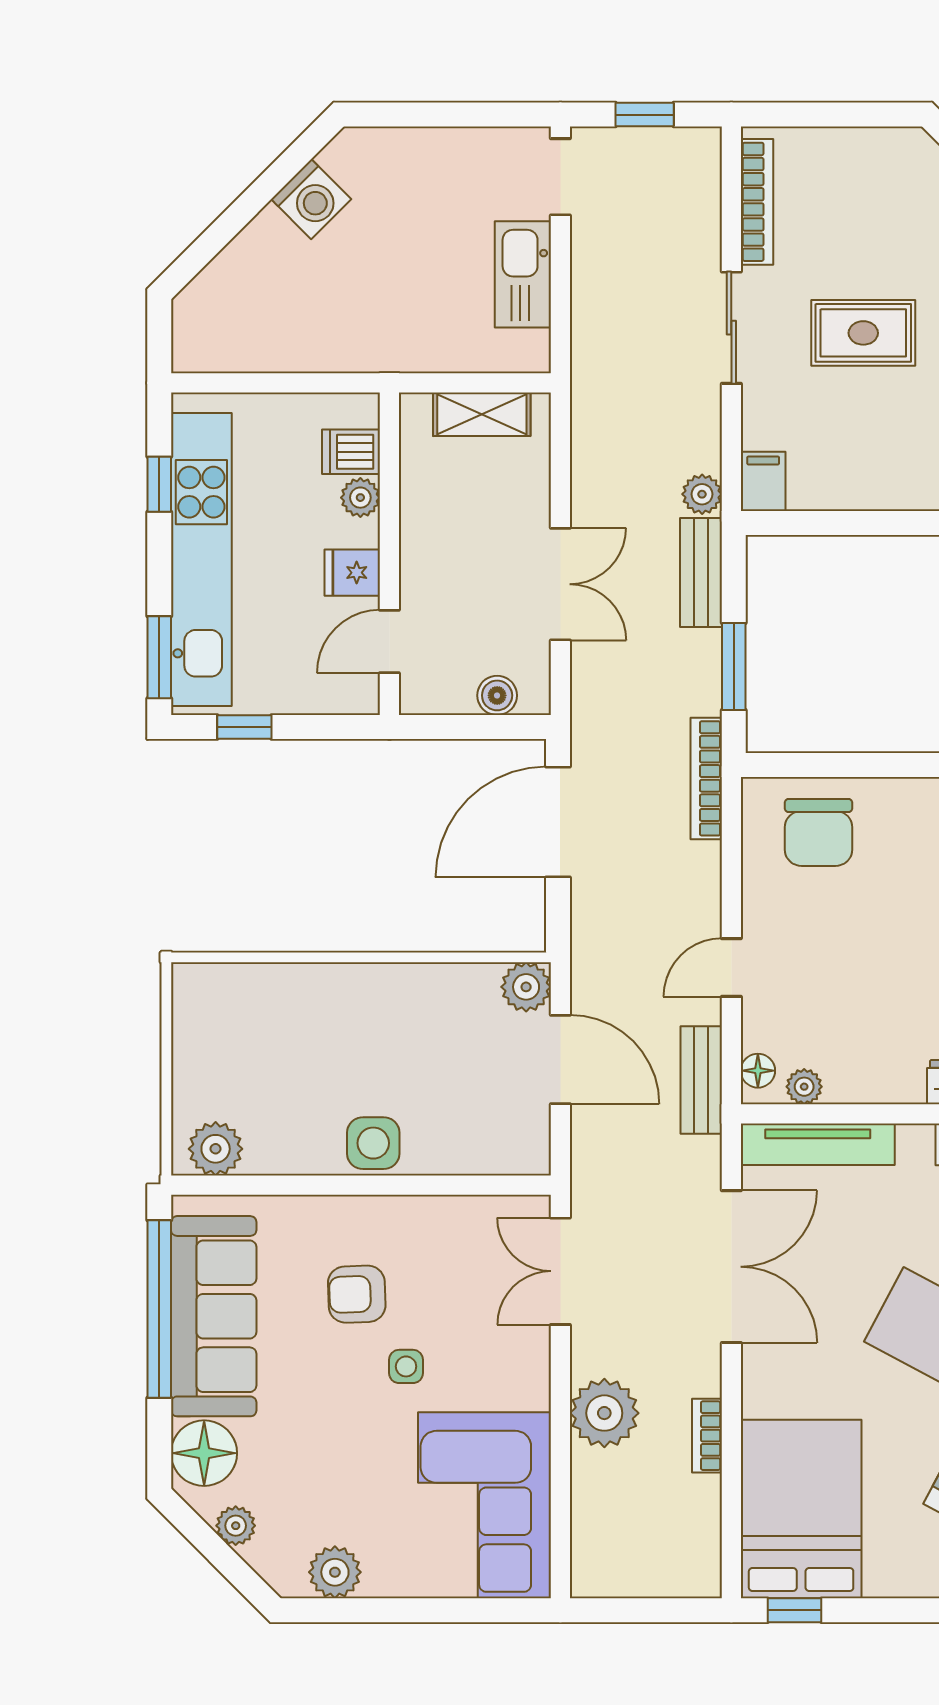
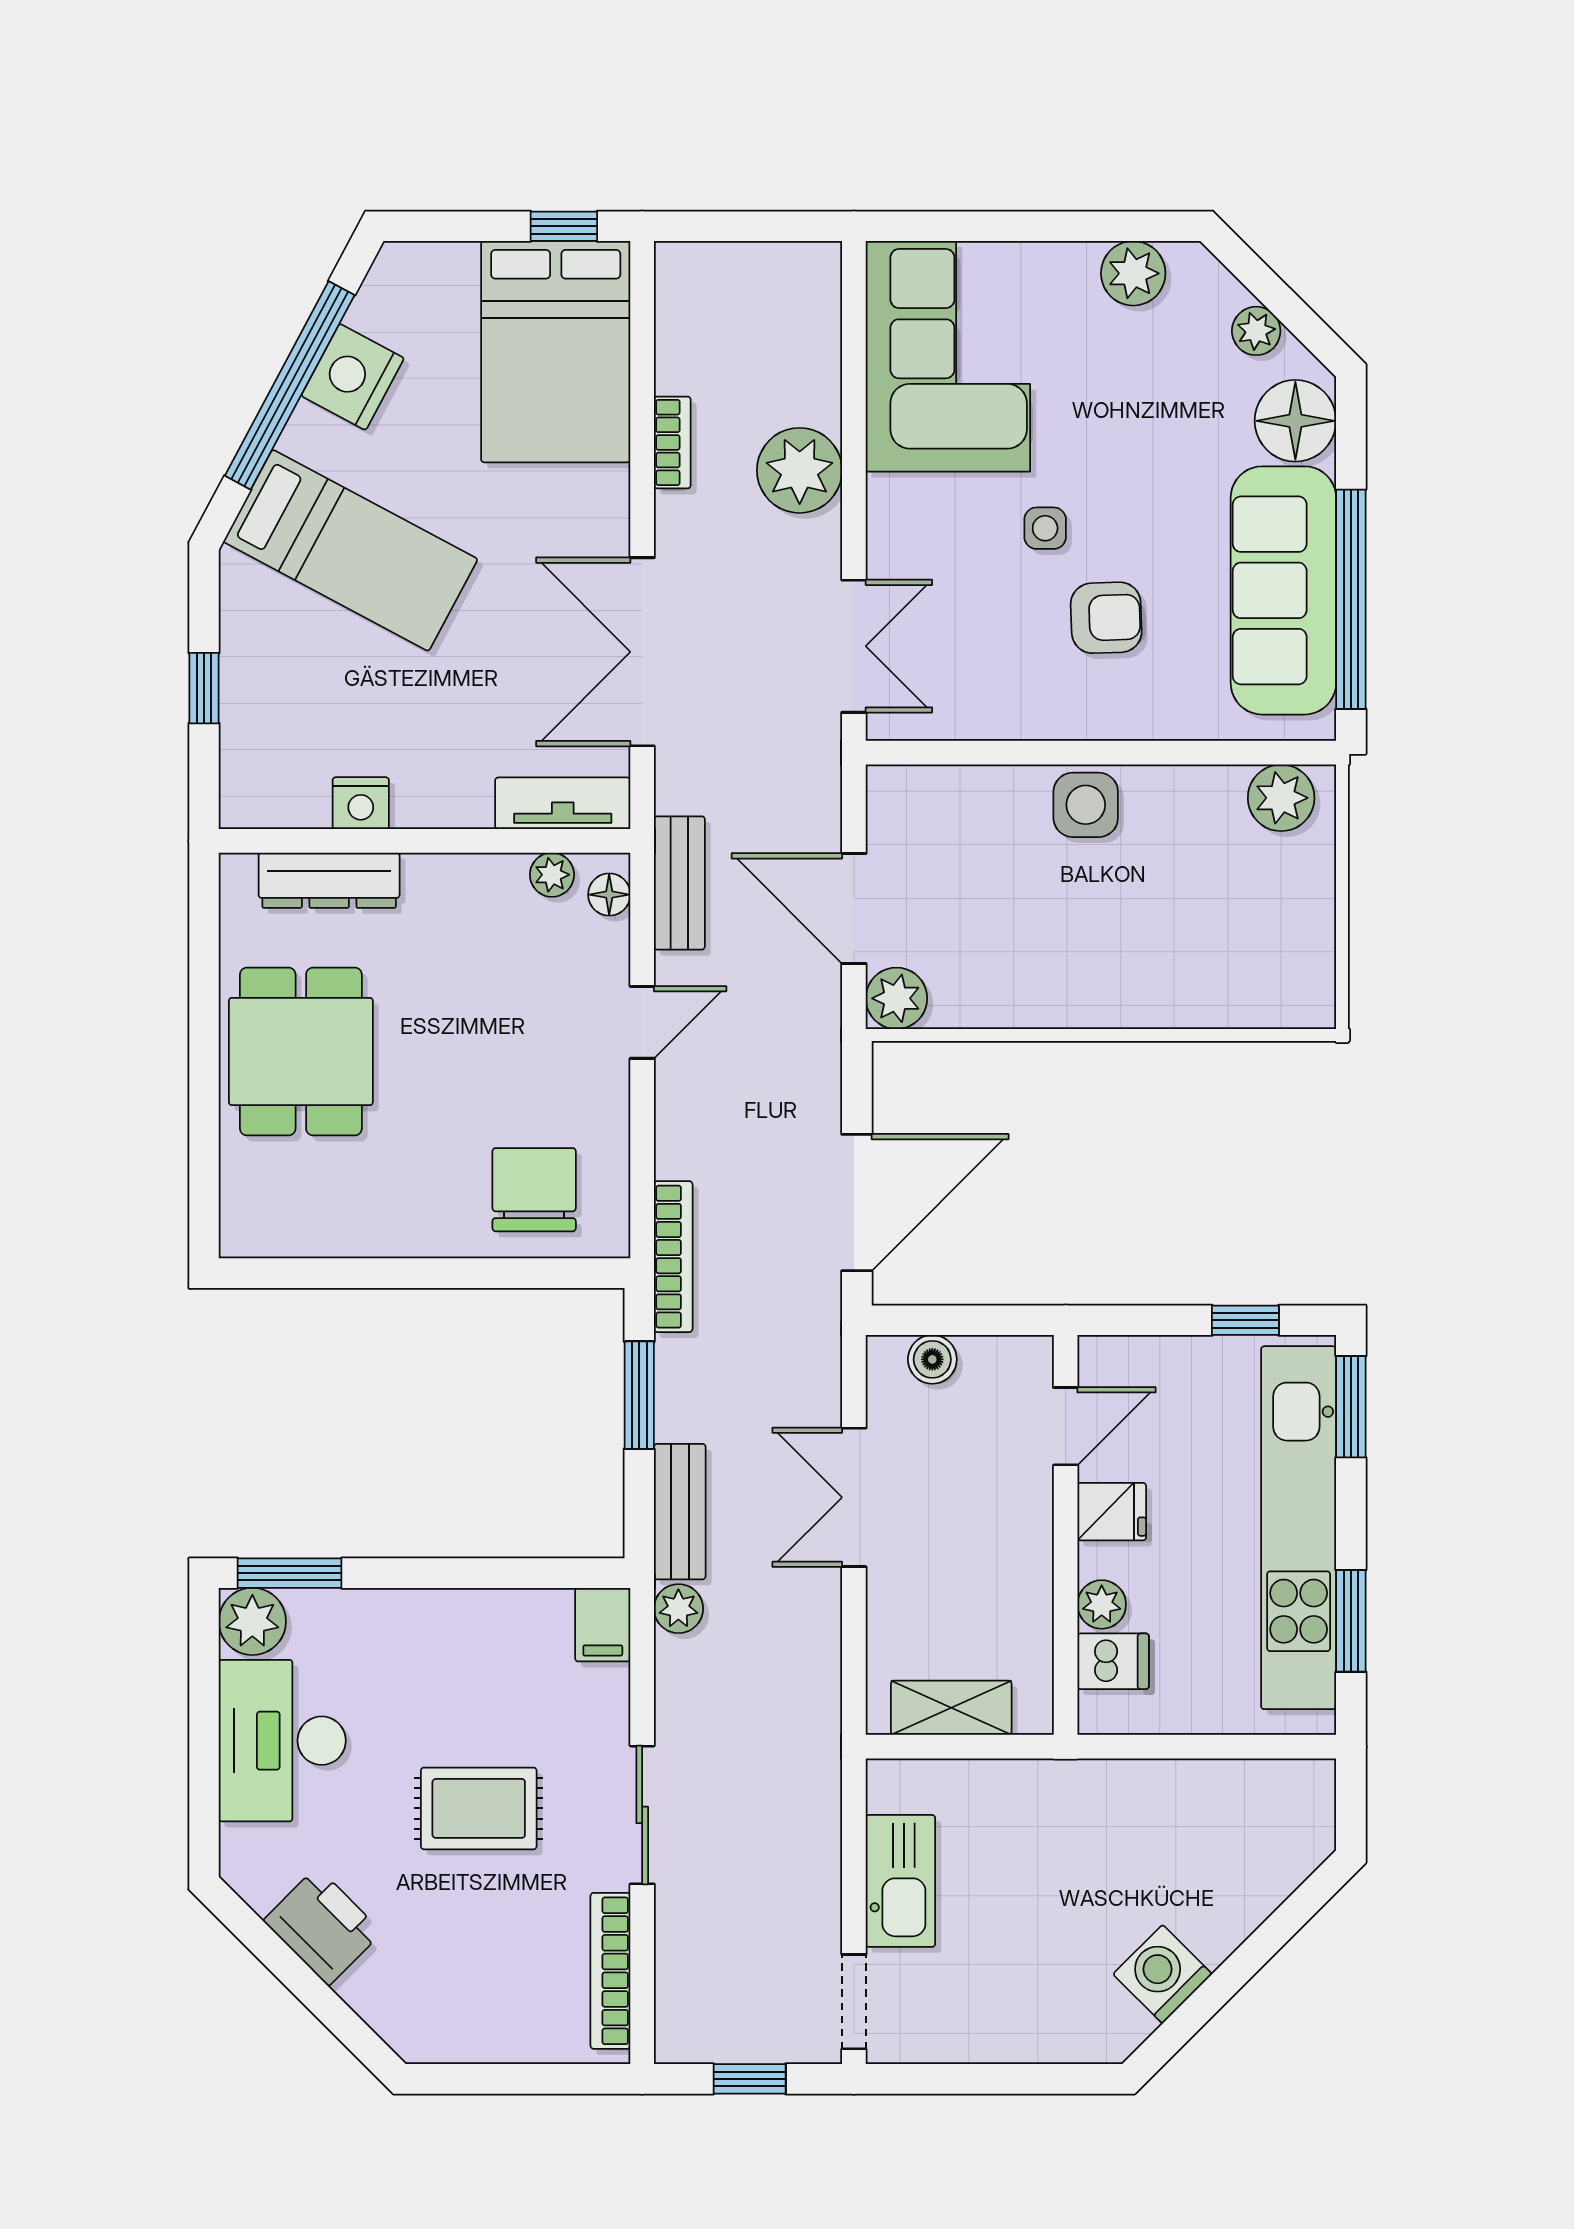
window: (159, 484) -> (1351, 1621), width x1.50
tv unit: (818, 1144) -> (563, 803), width x0.71

